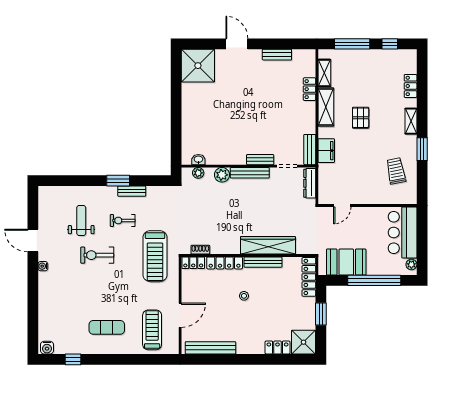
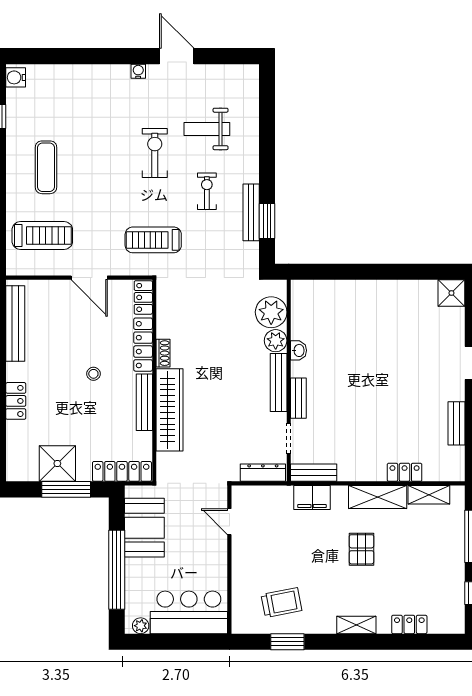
shower: (198, 66) -> (451, 293), width x0.54, depth x0.54
pallet: (361, 118) -> (361, 549), turned 90
window: (422, 149) -> (287, 642), moved
washbasin: (198, 160) -> (299, 350), moved
plant: (198, 173) -> (271, 312), width x1.88, depth x1.88
window: (118, 181) -> (267, 221), moved
bench: (132, 191) -> (251, 212), width x1.36
weight bench: (81, 221) -> (207, 129), turned 180
door: (33, 241) -> (177, 56), hinge flipped
shoe rack: (200, 250) -> (163, 353), moved
treadmill: (155, 256) -> (153, 240), width x0.73, depth x0.73
window: (321, 314) -> (66, 489), width x1.44
door: (180, 315) -> (89, 278), moved
shower: (304, 342) -> (57, 463), moved
locker: (278, 347) -> (16, 401), moved

